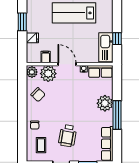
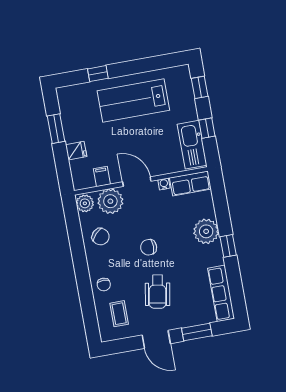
window: (117, 12) -> (200, 87), added
chair: (67, 107) -> (149, 247), added
window: (117, 115) -> (228, 246), width x0.46

